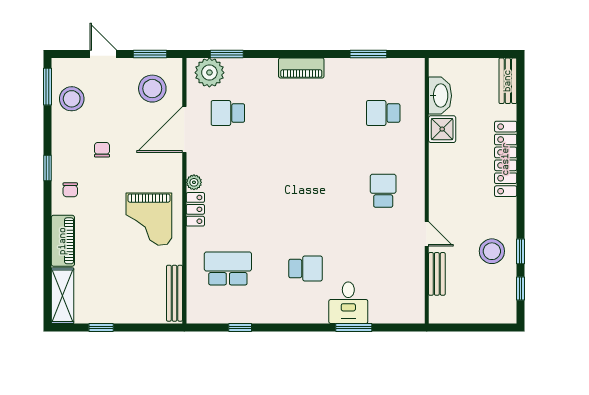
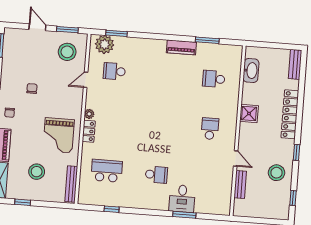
piano: (301, 68) -> (181, 47), moved
stool: (72, 99) -> (37, 172), moved
shower: (442, 129) -> (249, 113), moved
door: (184, 130) -> (86, 80), width x0.53
window: (521, 251) -> (297, 152), moved

